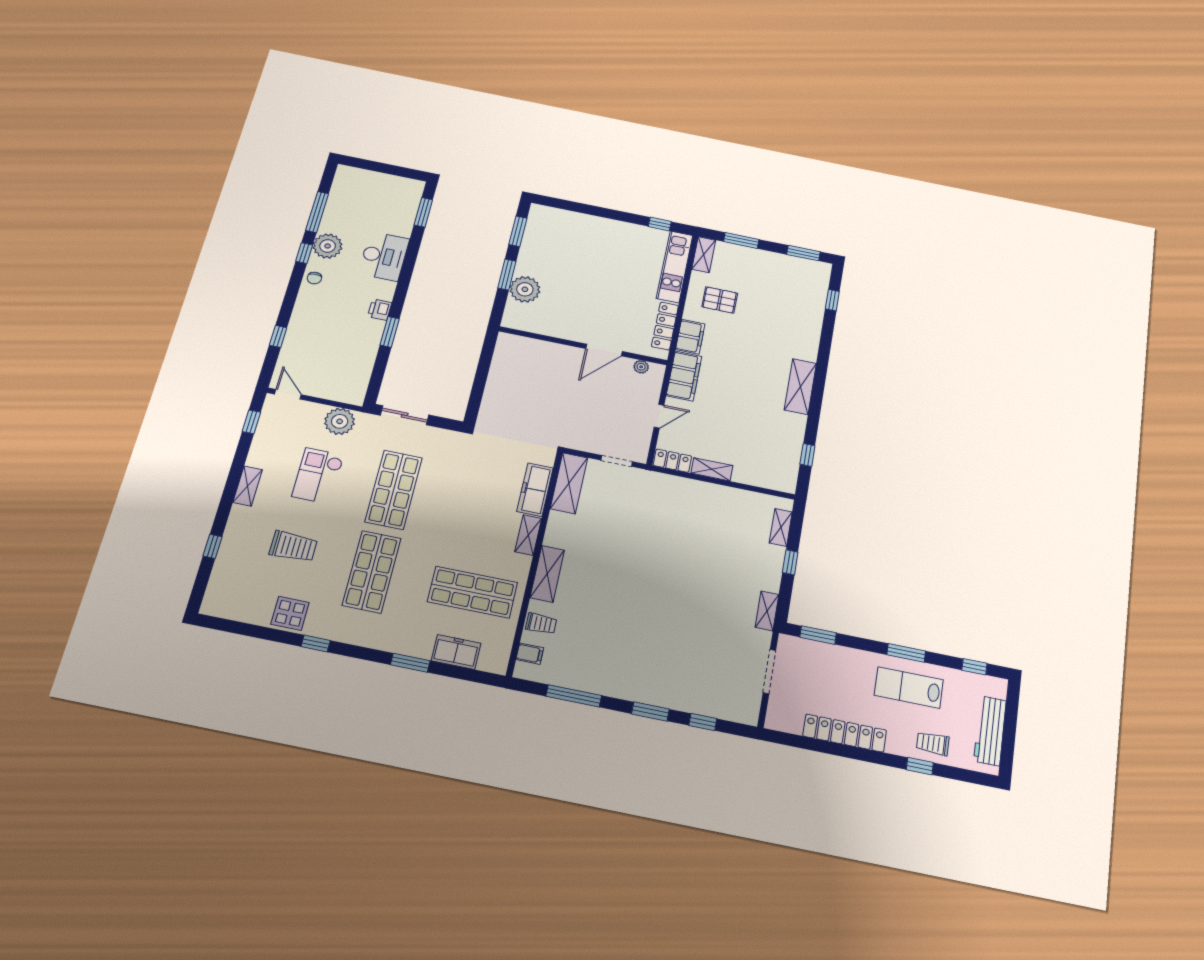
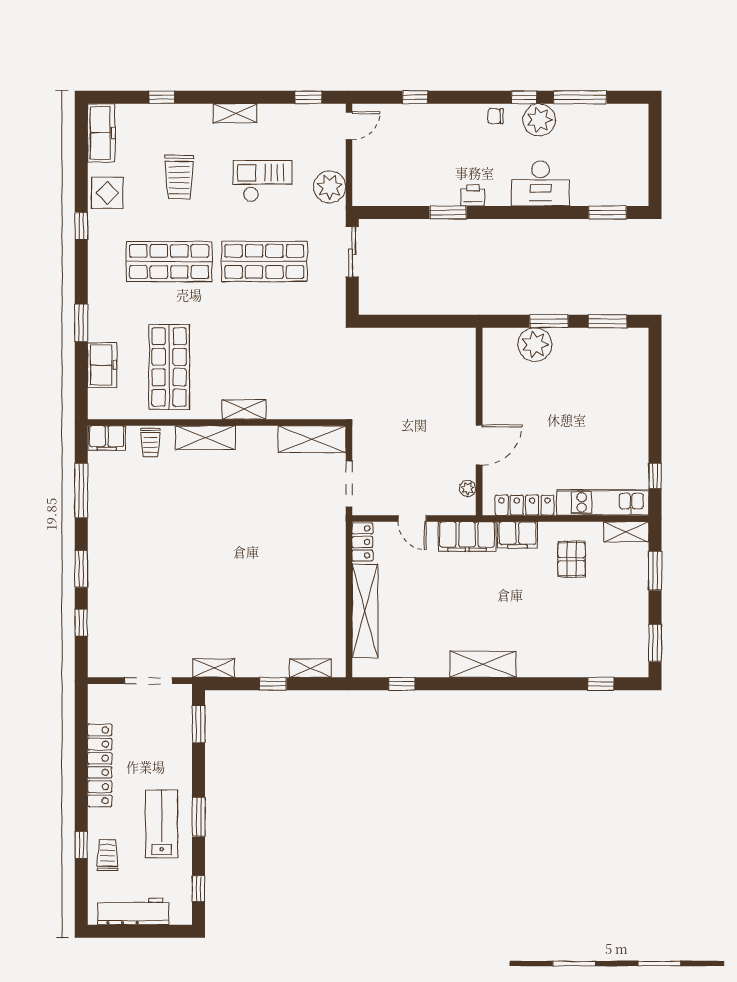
door: (604, 350) -> (479, 445), swing flipped
doorway: (617, 461) -> (349, 484), width x1.38
shelving: (712, 469) -> (365, 611), width x2.20, depth x1.33
freezer: (535, 490) -> (101, 133), moved, turned 90
filing cabinet: (530, 654) -> (107, 438), width x2.00

